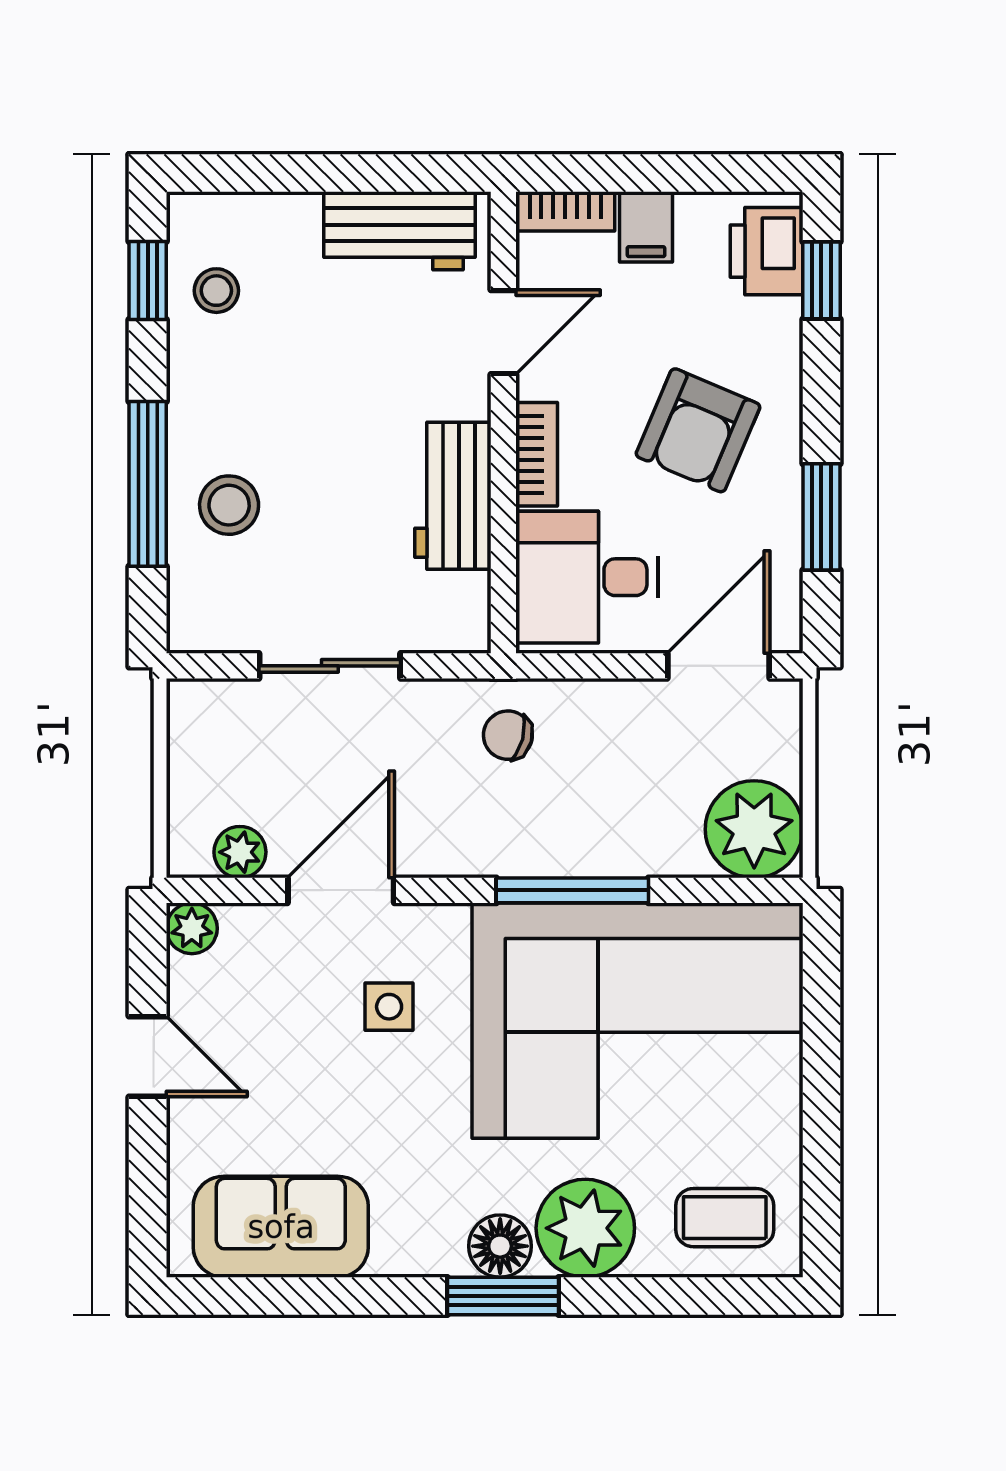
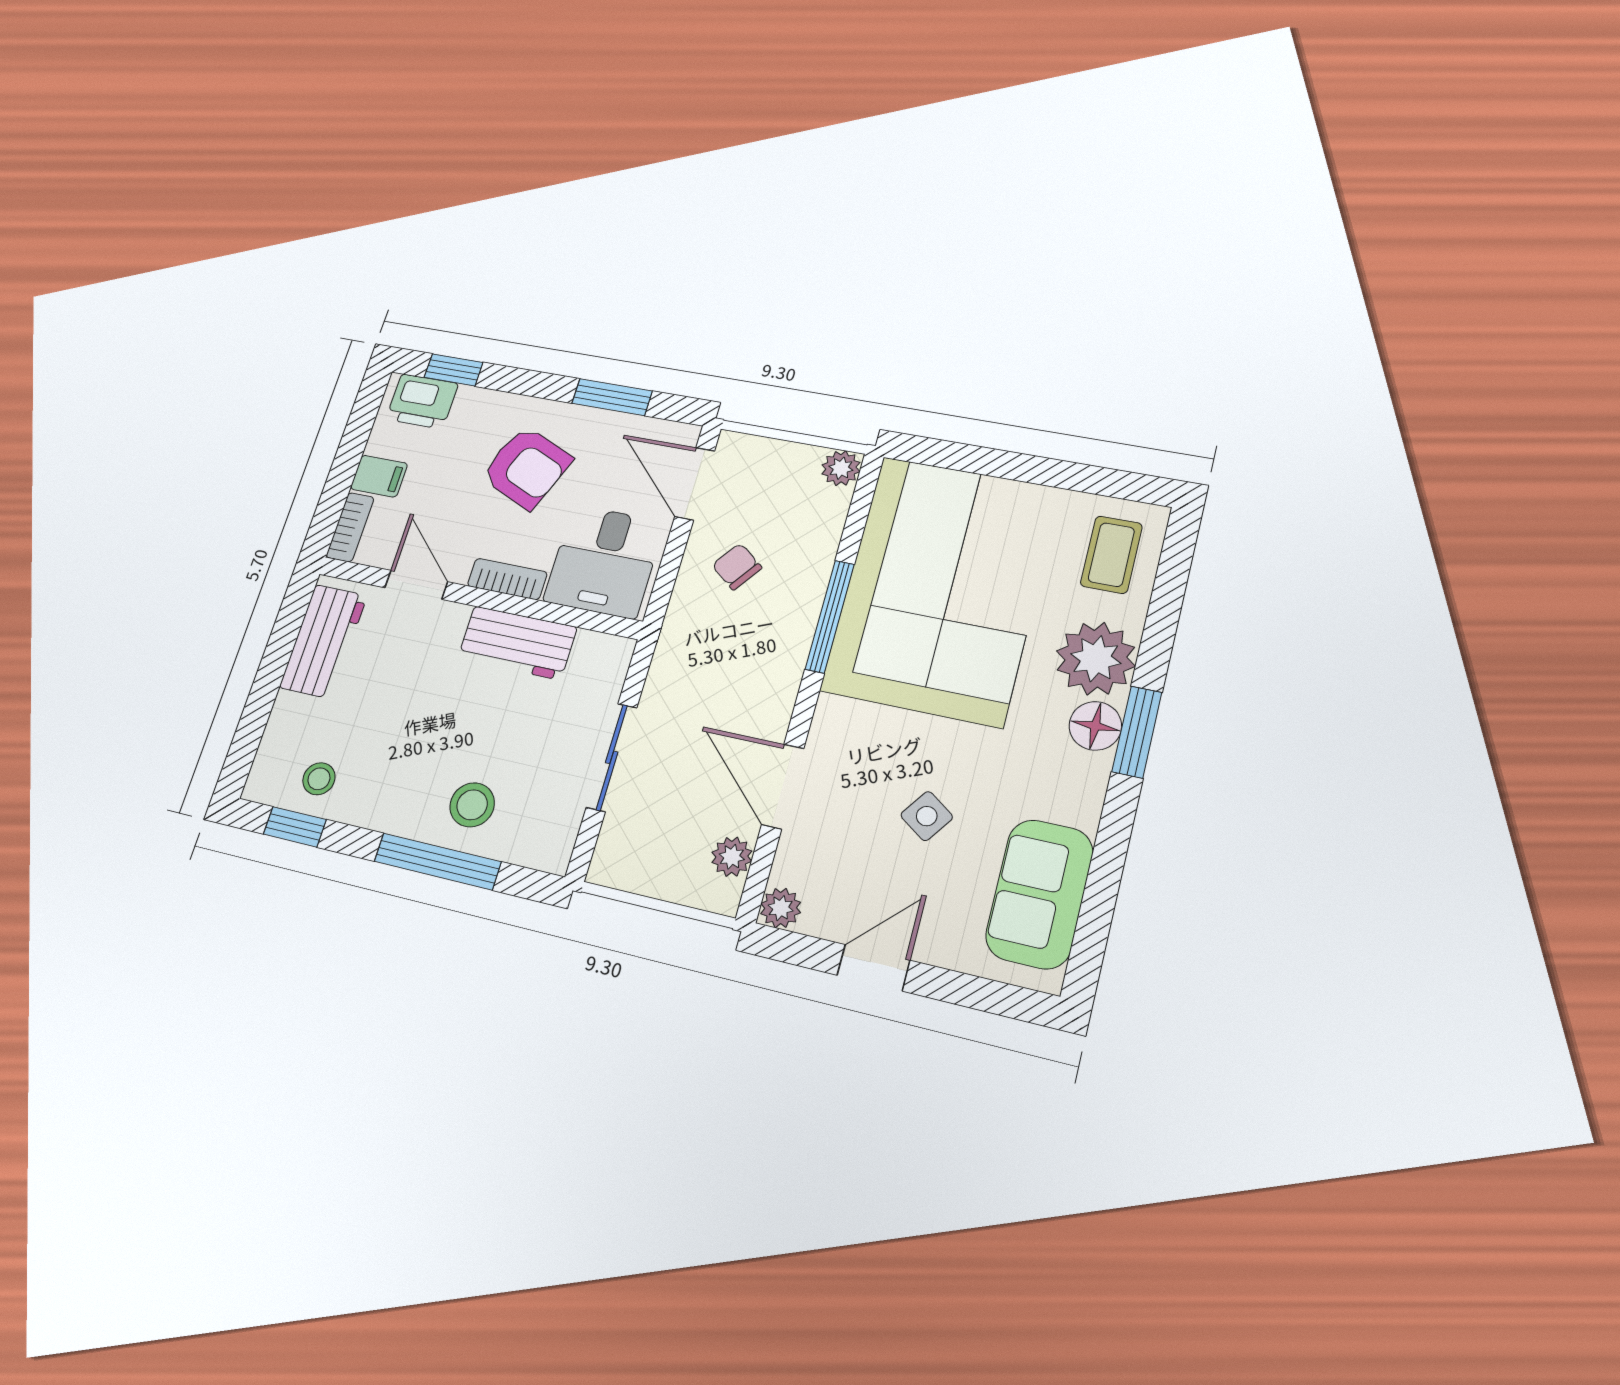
chair: (508, 735) -> (737, 567), moved, turned 112
plant: (754, 829) -> (841, 468), width x0.53, depth x0.53
side table: (389, 1007) -> (927, 816), moved, turned 35

